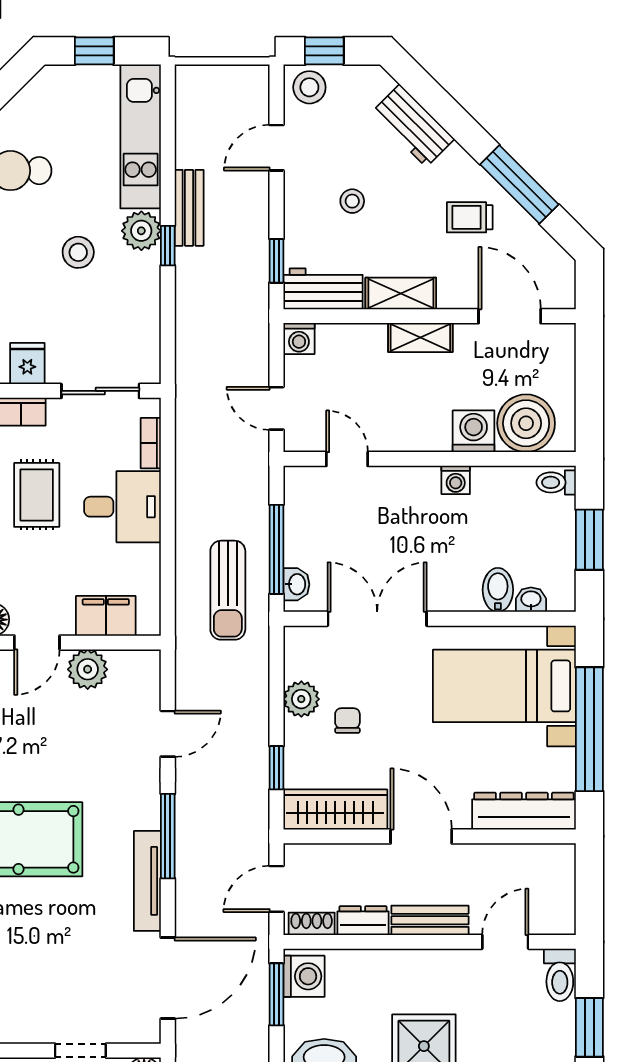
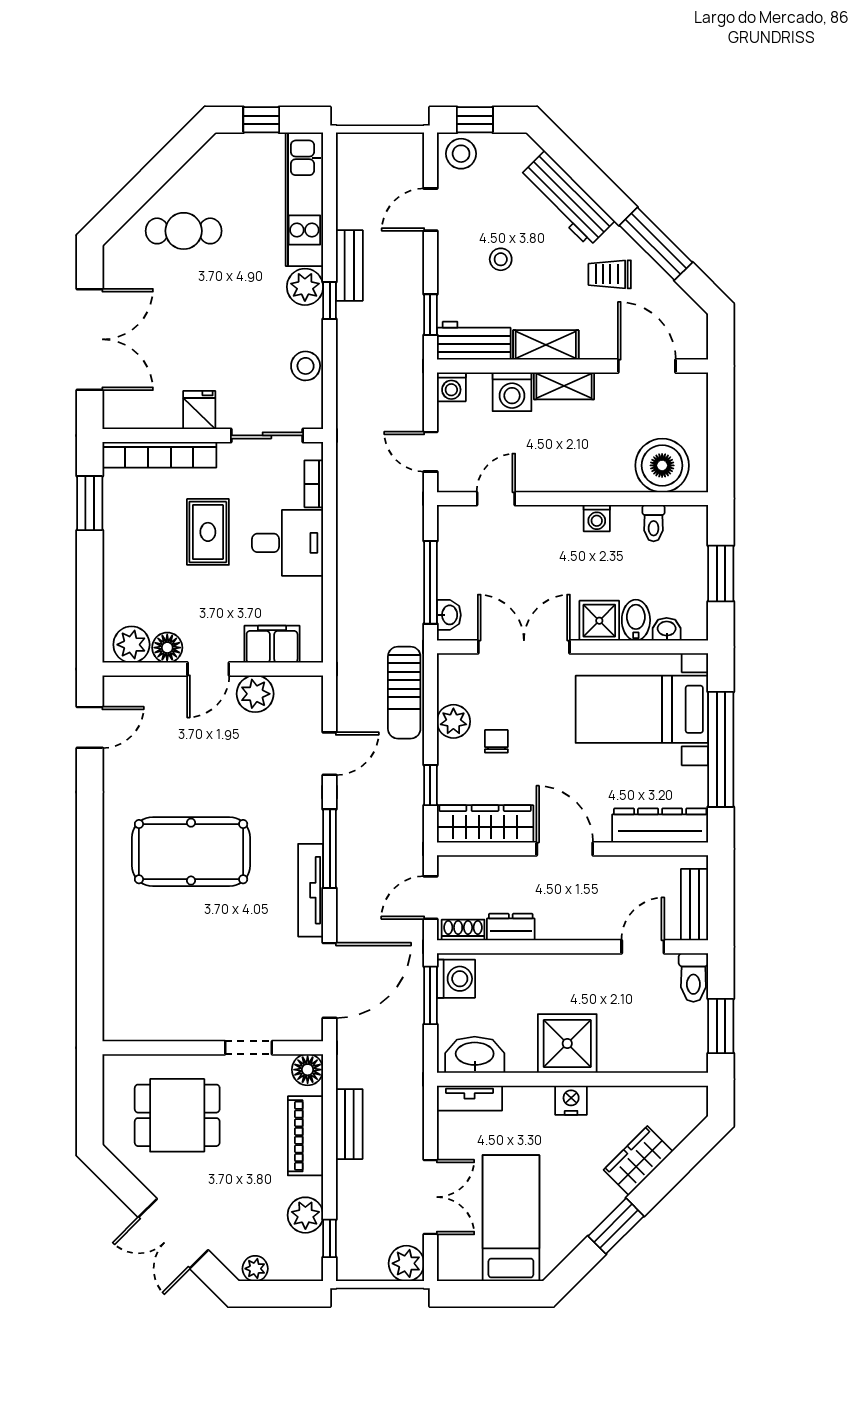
workbench: (413, 126) -> (567, 199), width x1.38
stool: (78, 252) -> (306, 366), moved
washing machine: (474, 431) -> (512, 392), moved, turned 180
door: (347, 459) -> (496, 499), hinge flipped
toilet: (556, 482) -> (654, 523), moved, turned -90
sun lounger: (228, 590) -> (404, 693), moved
shower: (458, 591) -> (599, 621), added
bench: (430, 920) -> (695, 905), moved, turned 90

